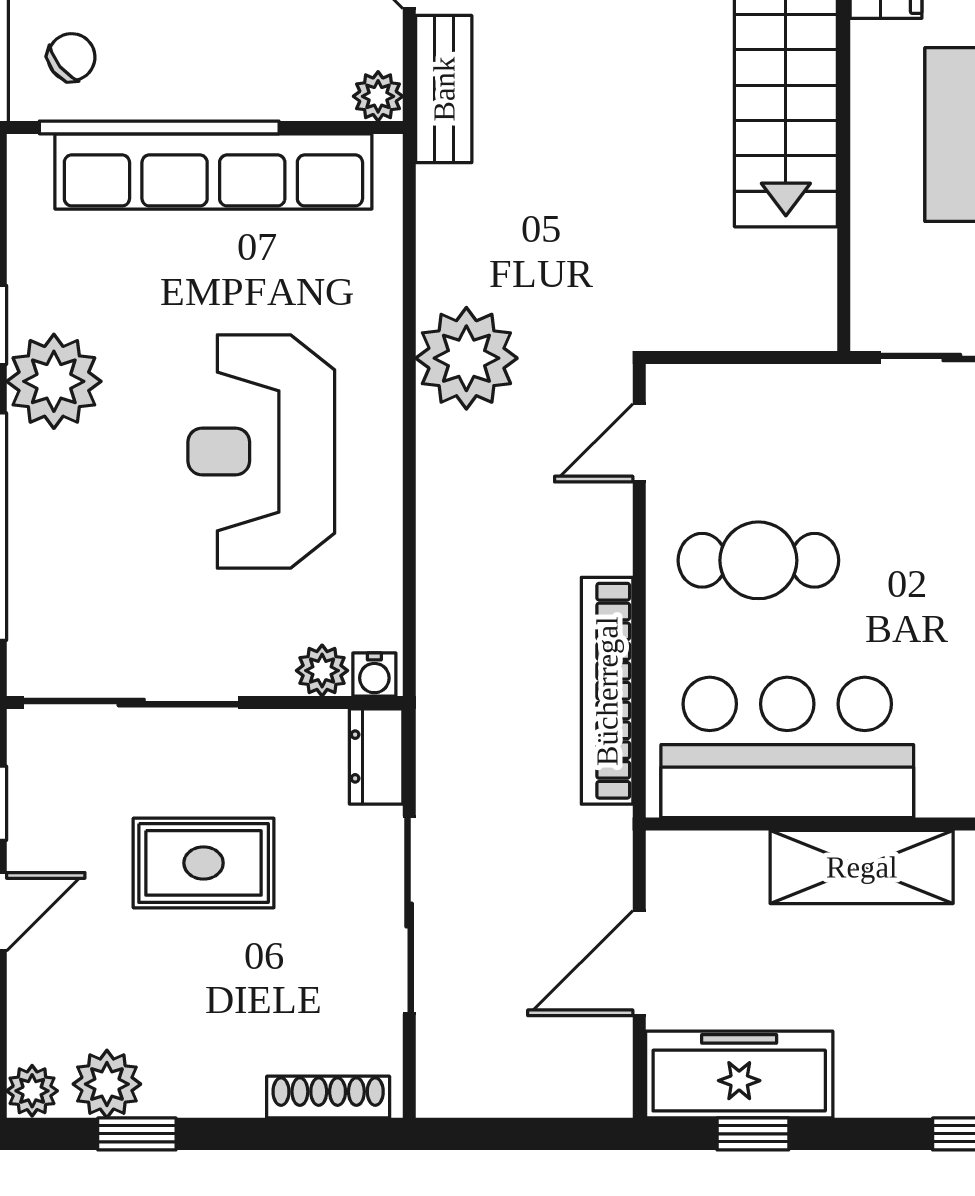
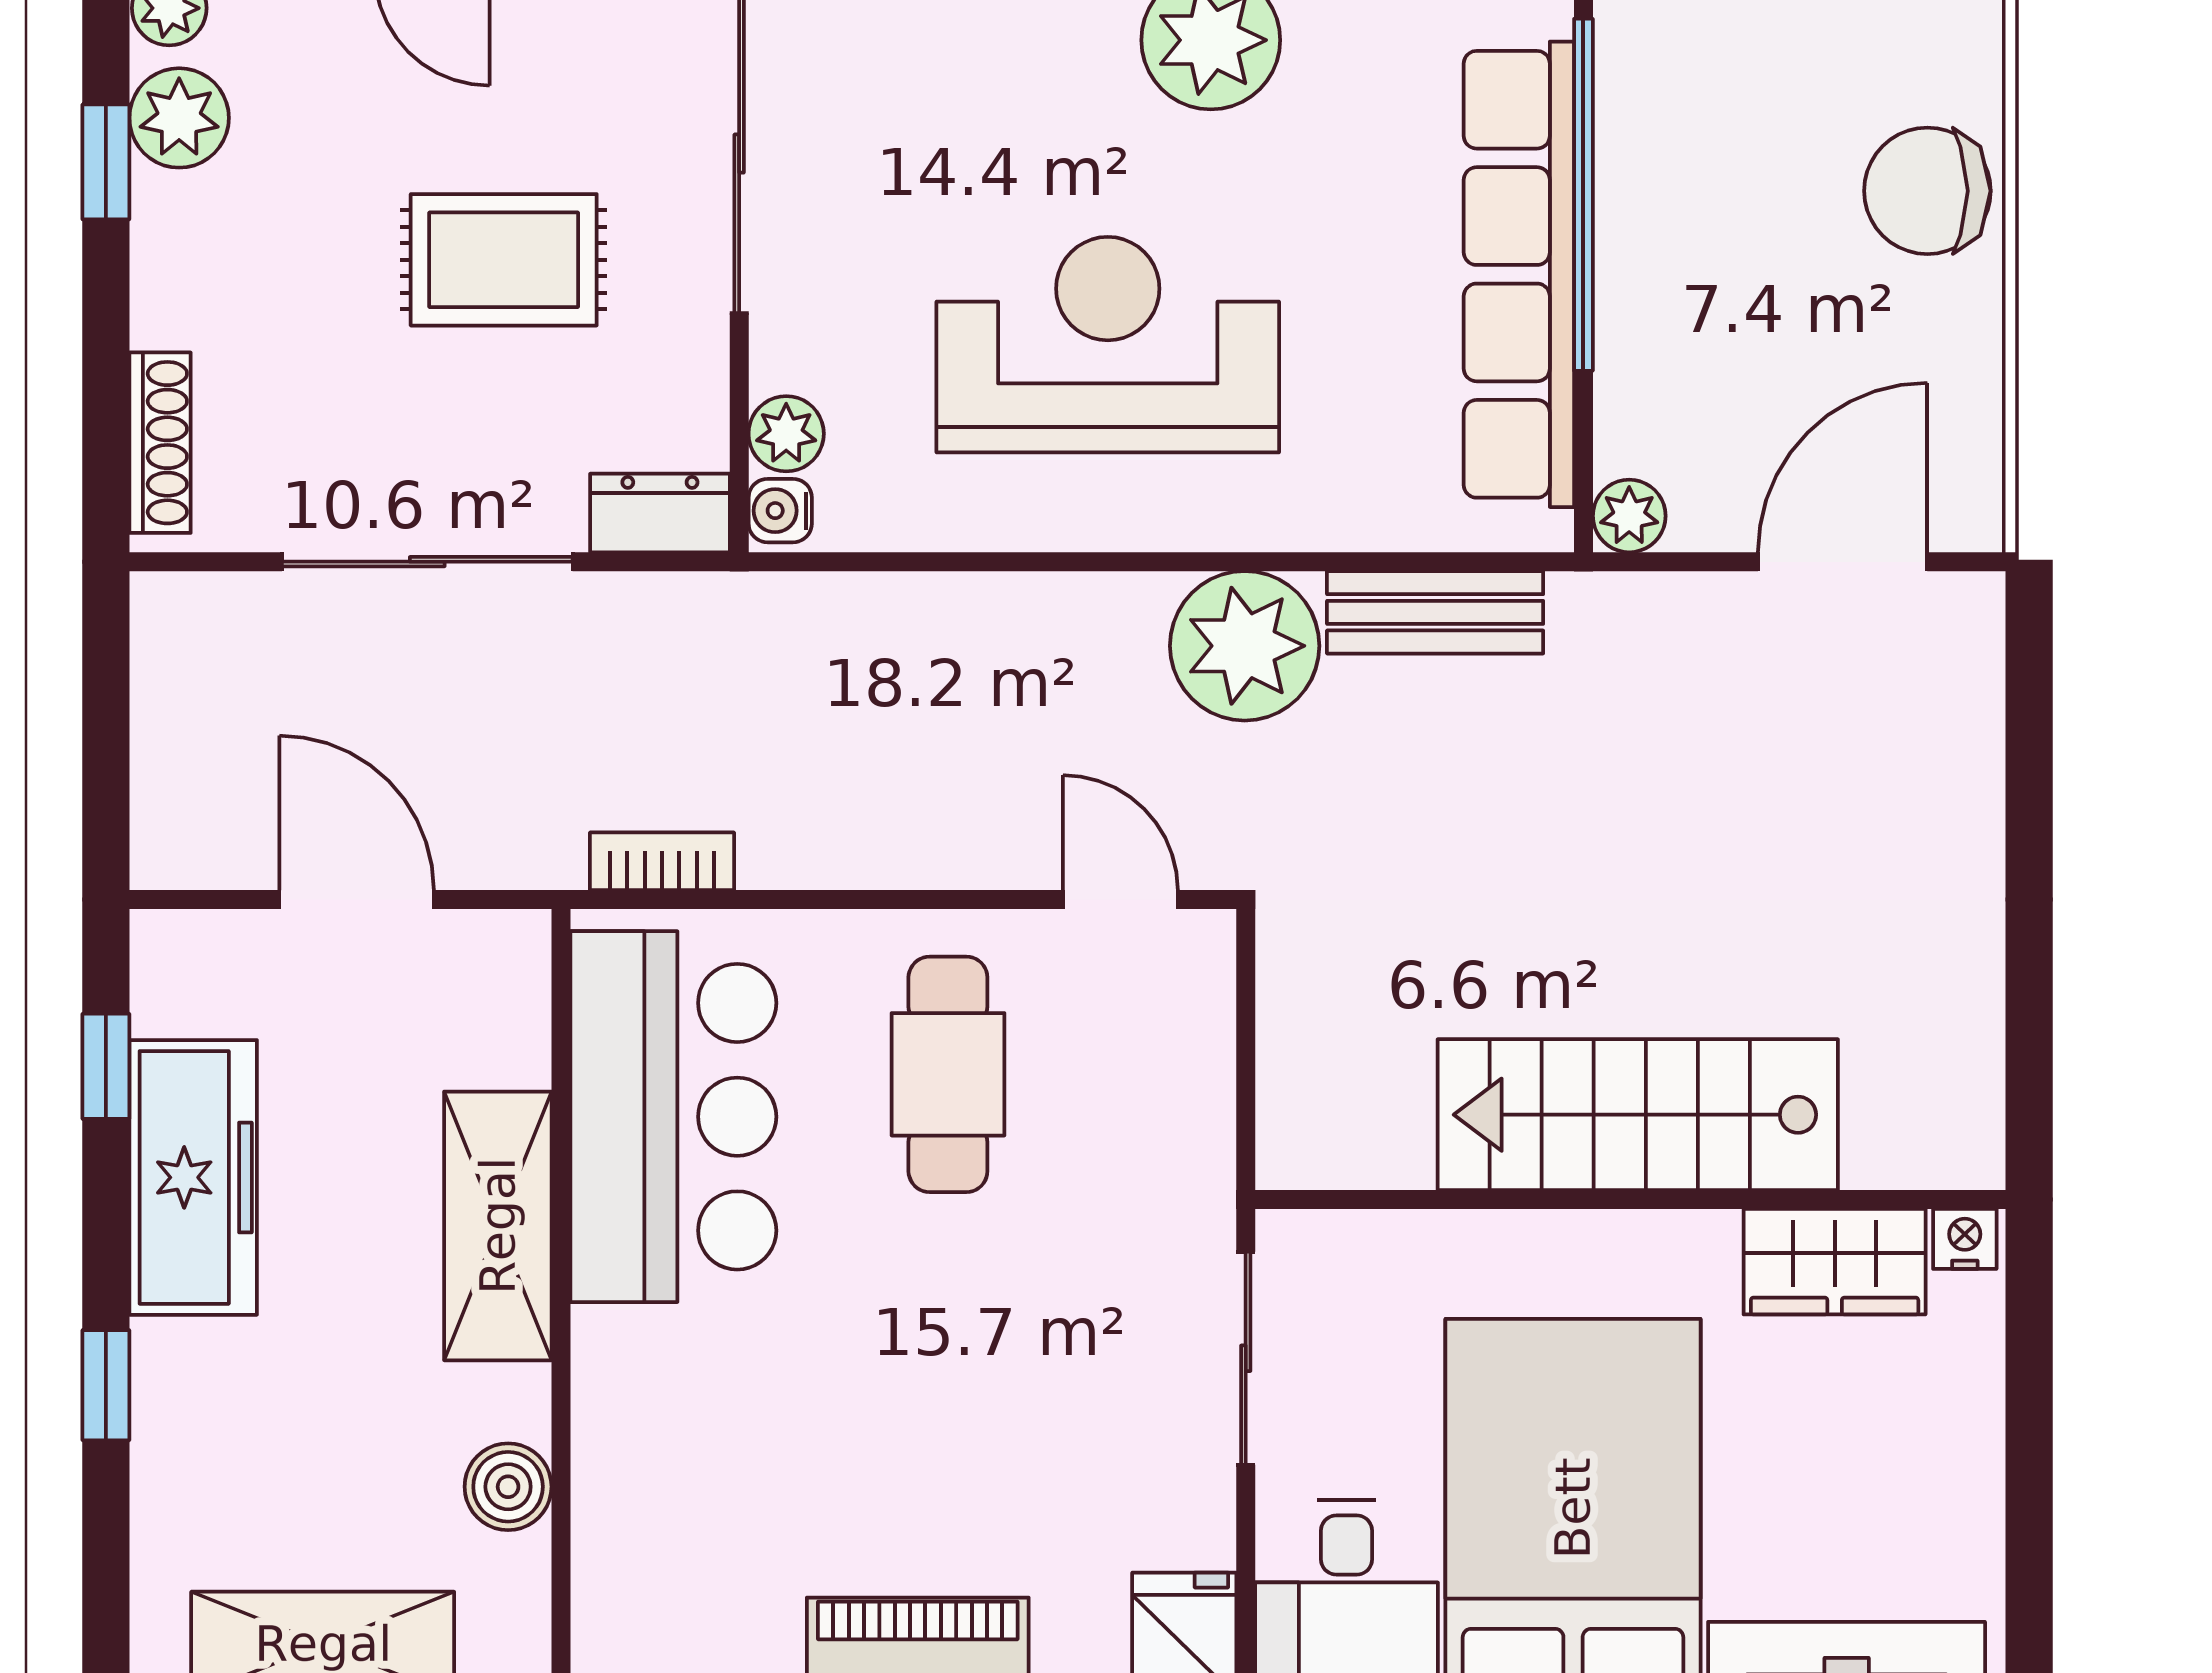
chair: (72, 57) -> (1687, 66), removed
bench: (444, 89) -> (1435, 612), moved
bookcase: (607, 691) -> (662, 861), width x0.43, depth x0.76
rug: (204, 863) -> (504, 260), turned 90
freezer: (739, 1074) -> (193, 1177), moved

